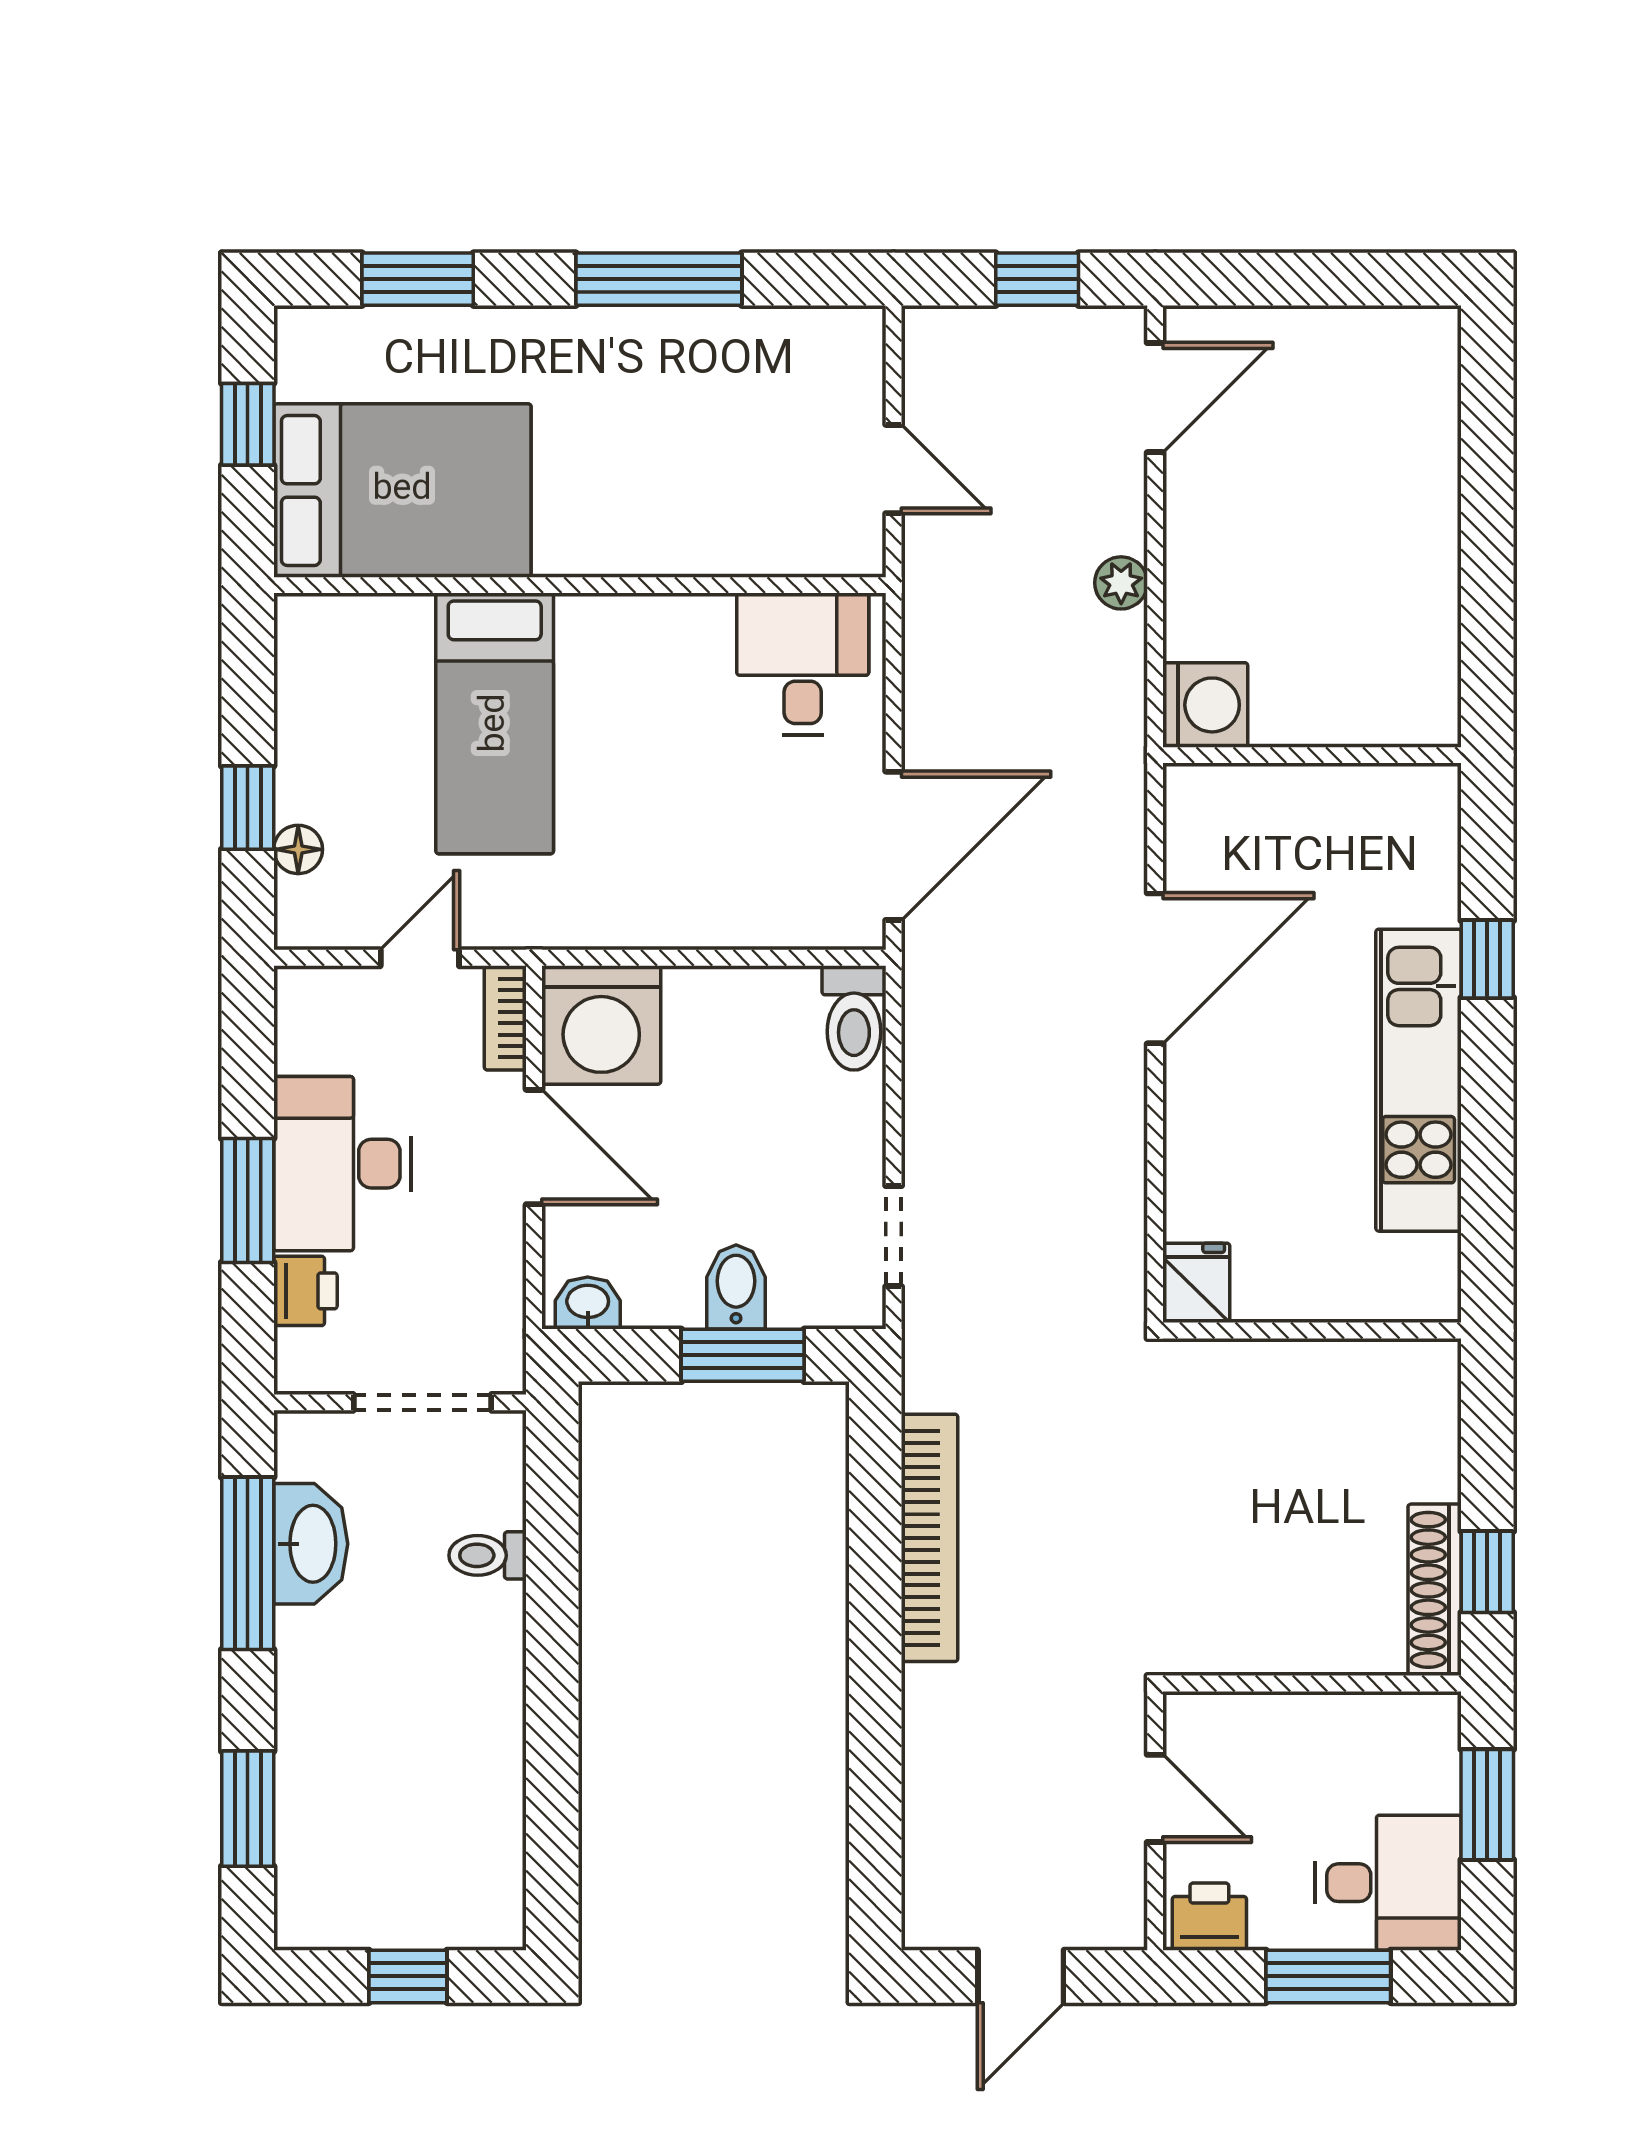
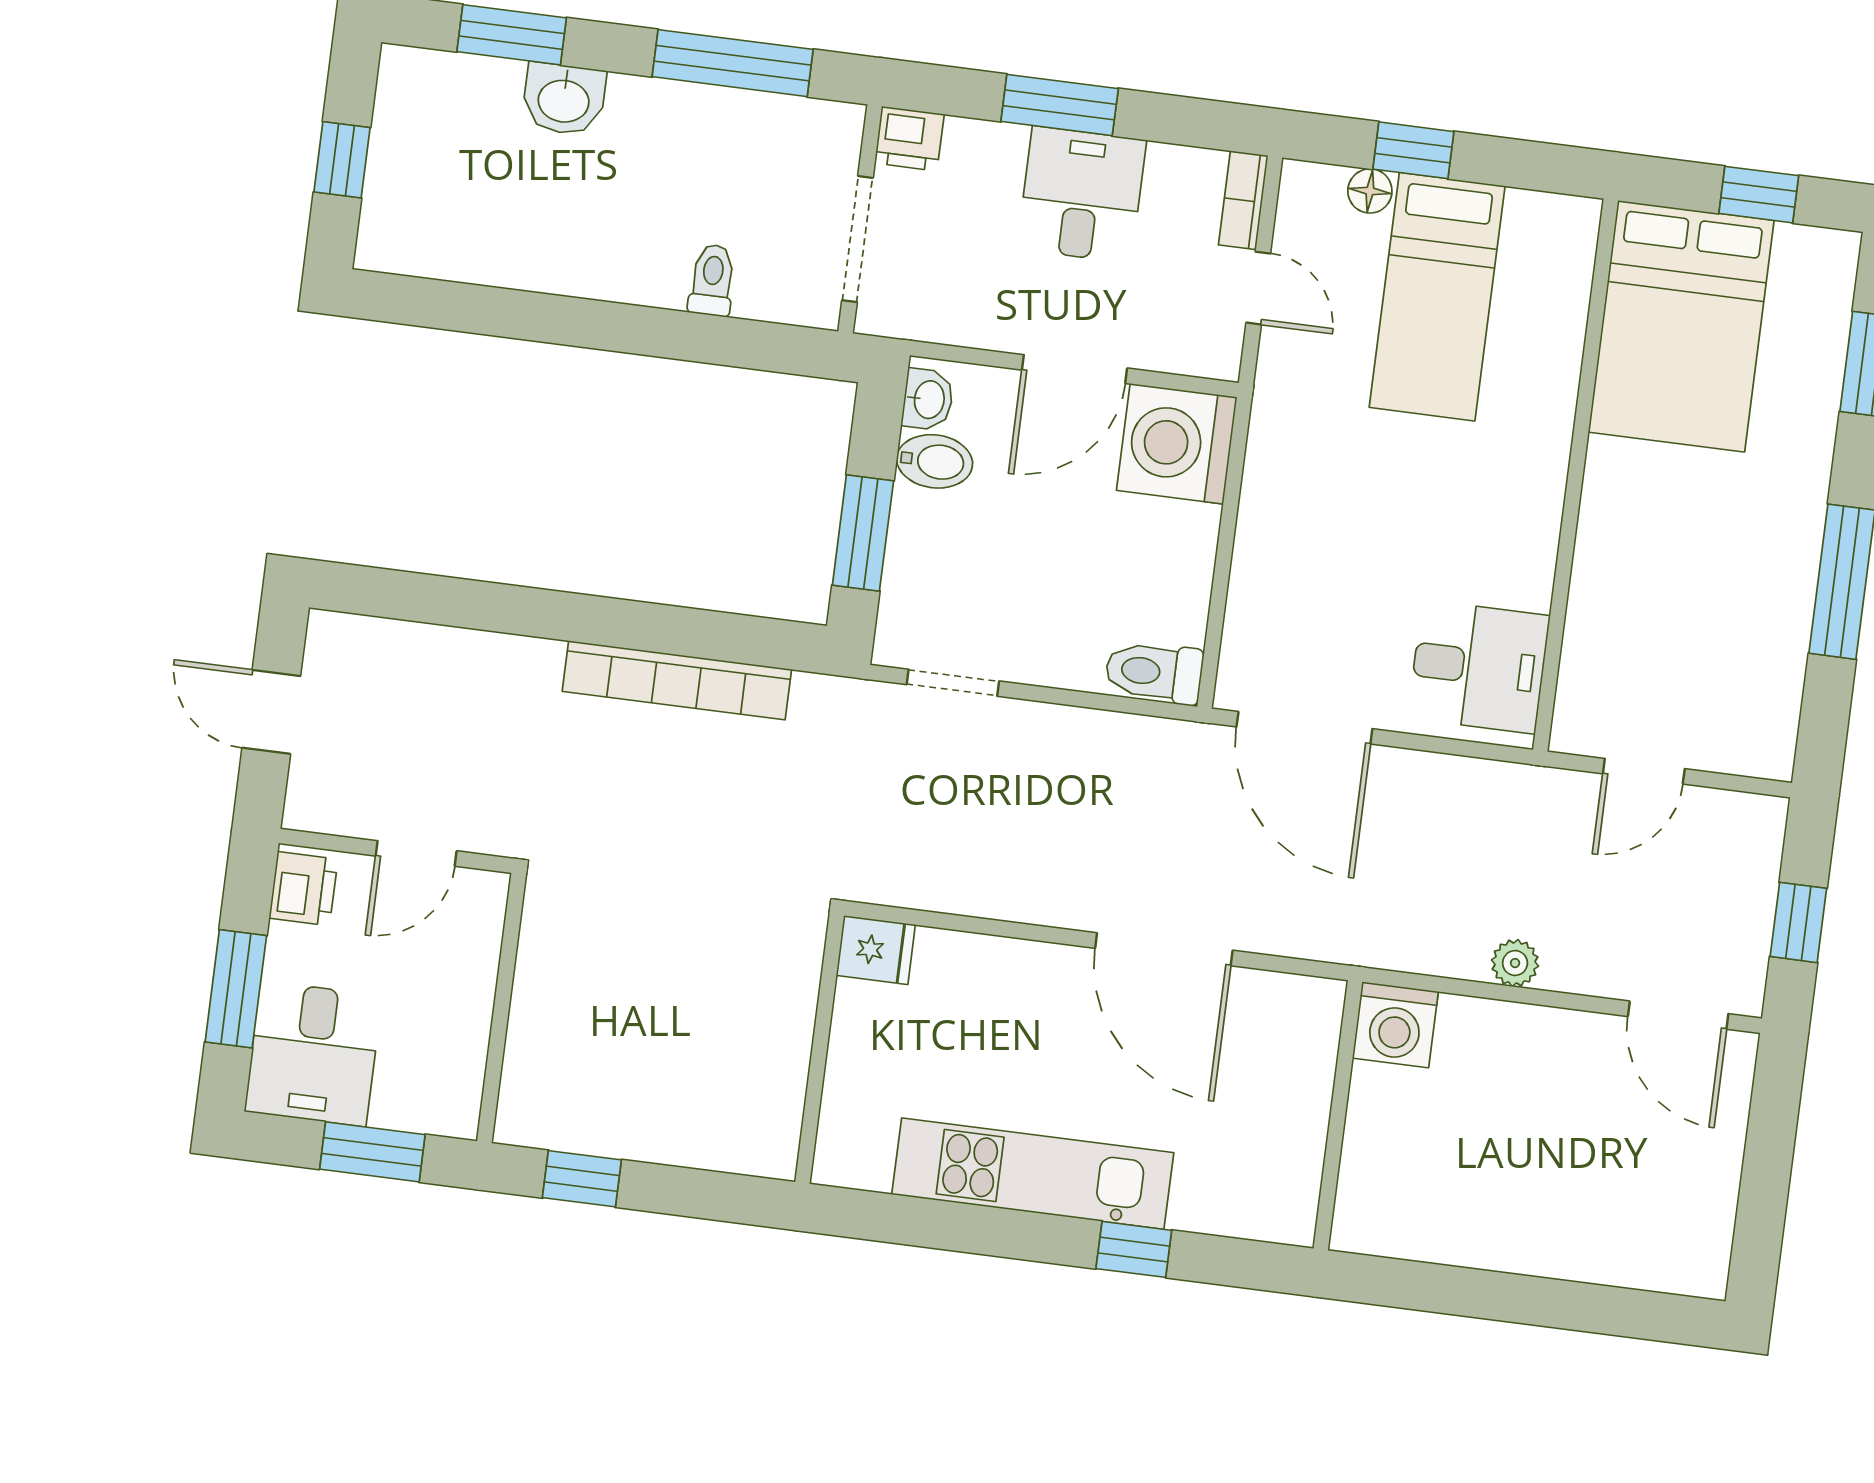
bed: (495, 723) -> (1437, 297), moved, turned -90
bookcase: (505, 1018) -> (1243, 200), moved, turned -90
desk: (342, 1164) -> (1082, 195), width x0.73
bidet: (736, 1287) -> (935, 461), moved
printer: (305, 1291) -> (909, 139), moved
washbasin: (311, 1544) -> (564, 99), moved, width x0.72
shoe rack: (1435, 1590) -> (572, 1129), removed

